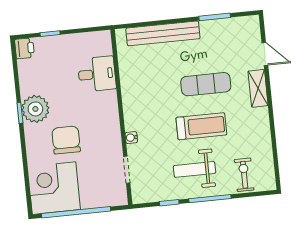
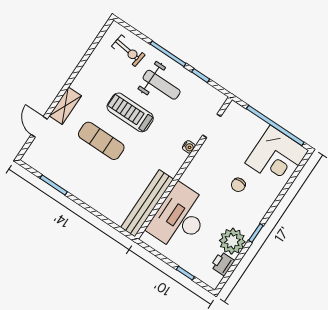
bench: (163, 33) -> (147, 203), moved, turned 90
printer: (25, 48) -> (223, 264), moved
desk: (97, 74) -> (180, 218), width x1.87, depth x1.30
plant: (35, 109) -> (232, 241), moved
chair: (66, 140) -> (238, 185), width x0.54, depth x0.54
exercise bike: (244, 175) -> (128, 51), turned -83

